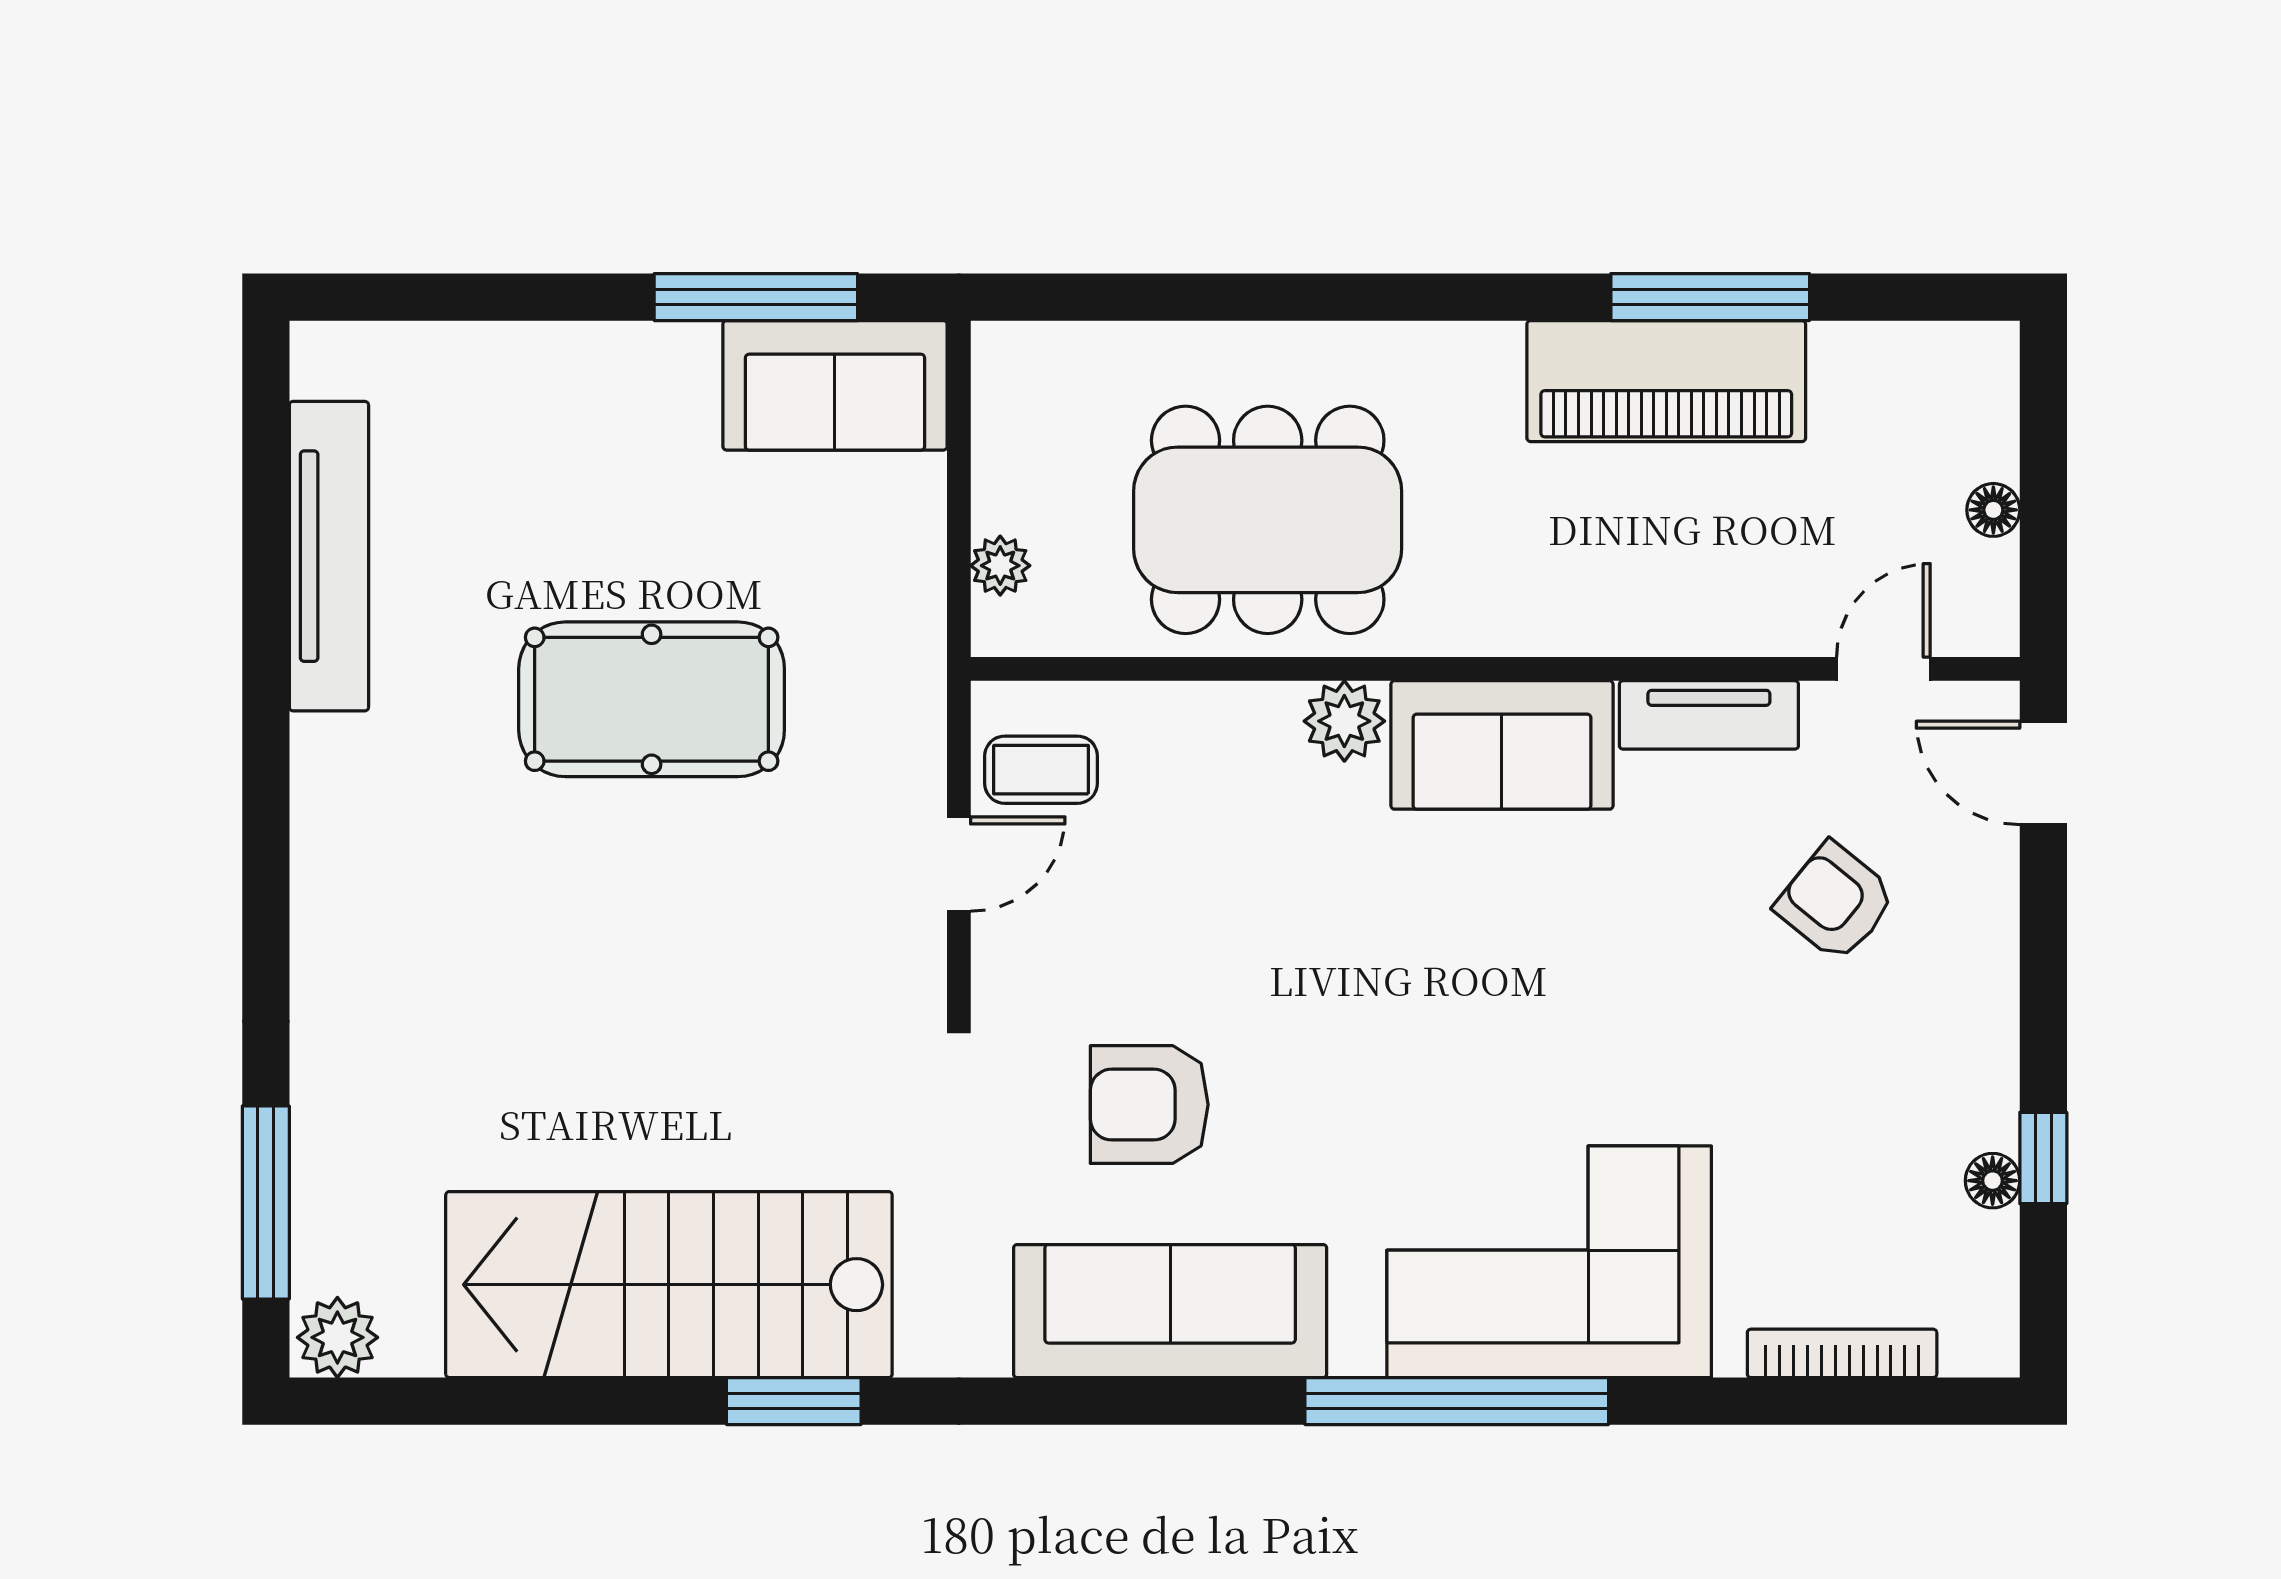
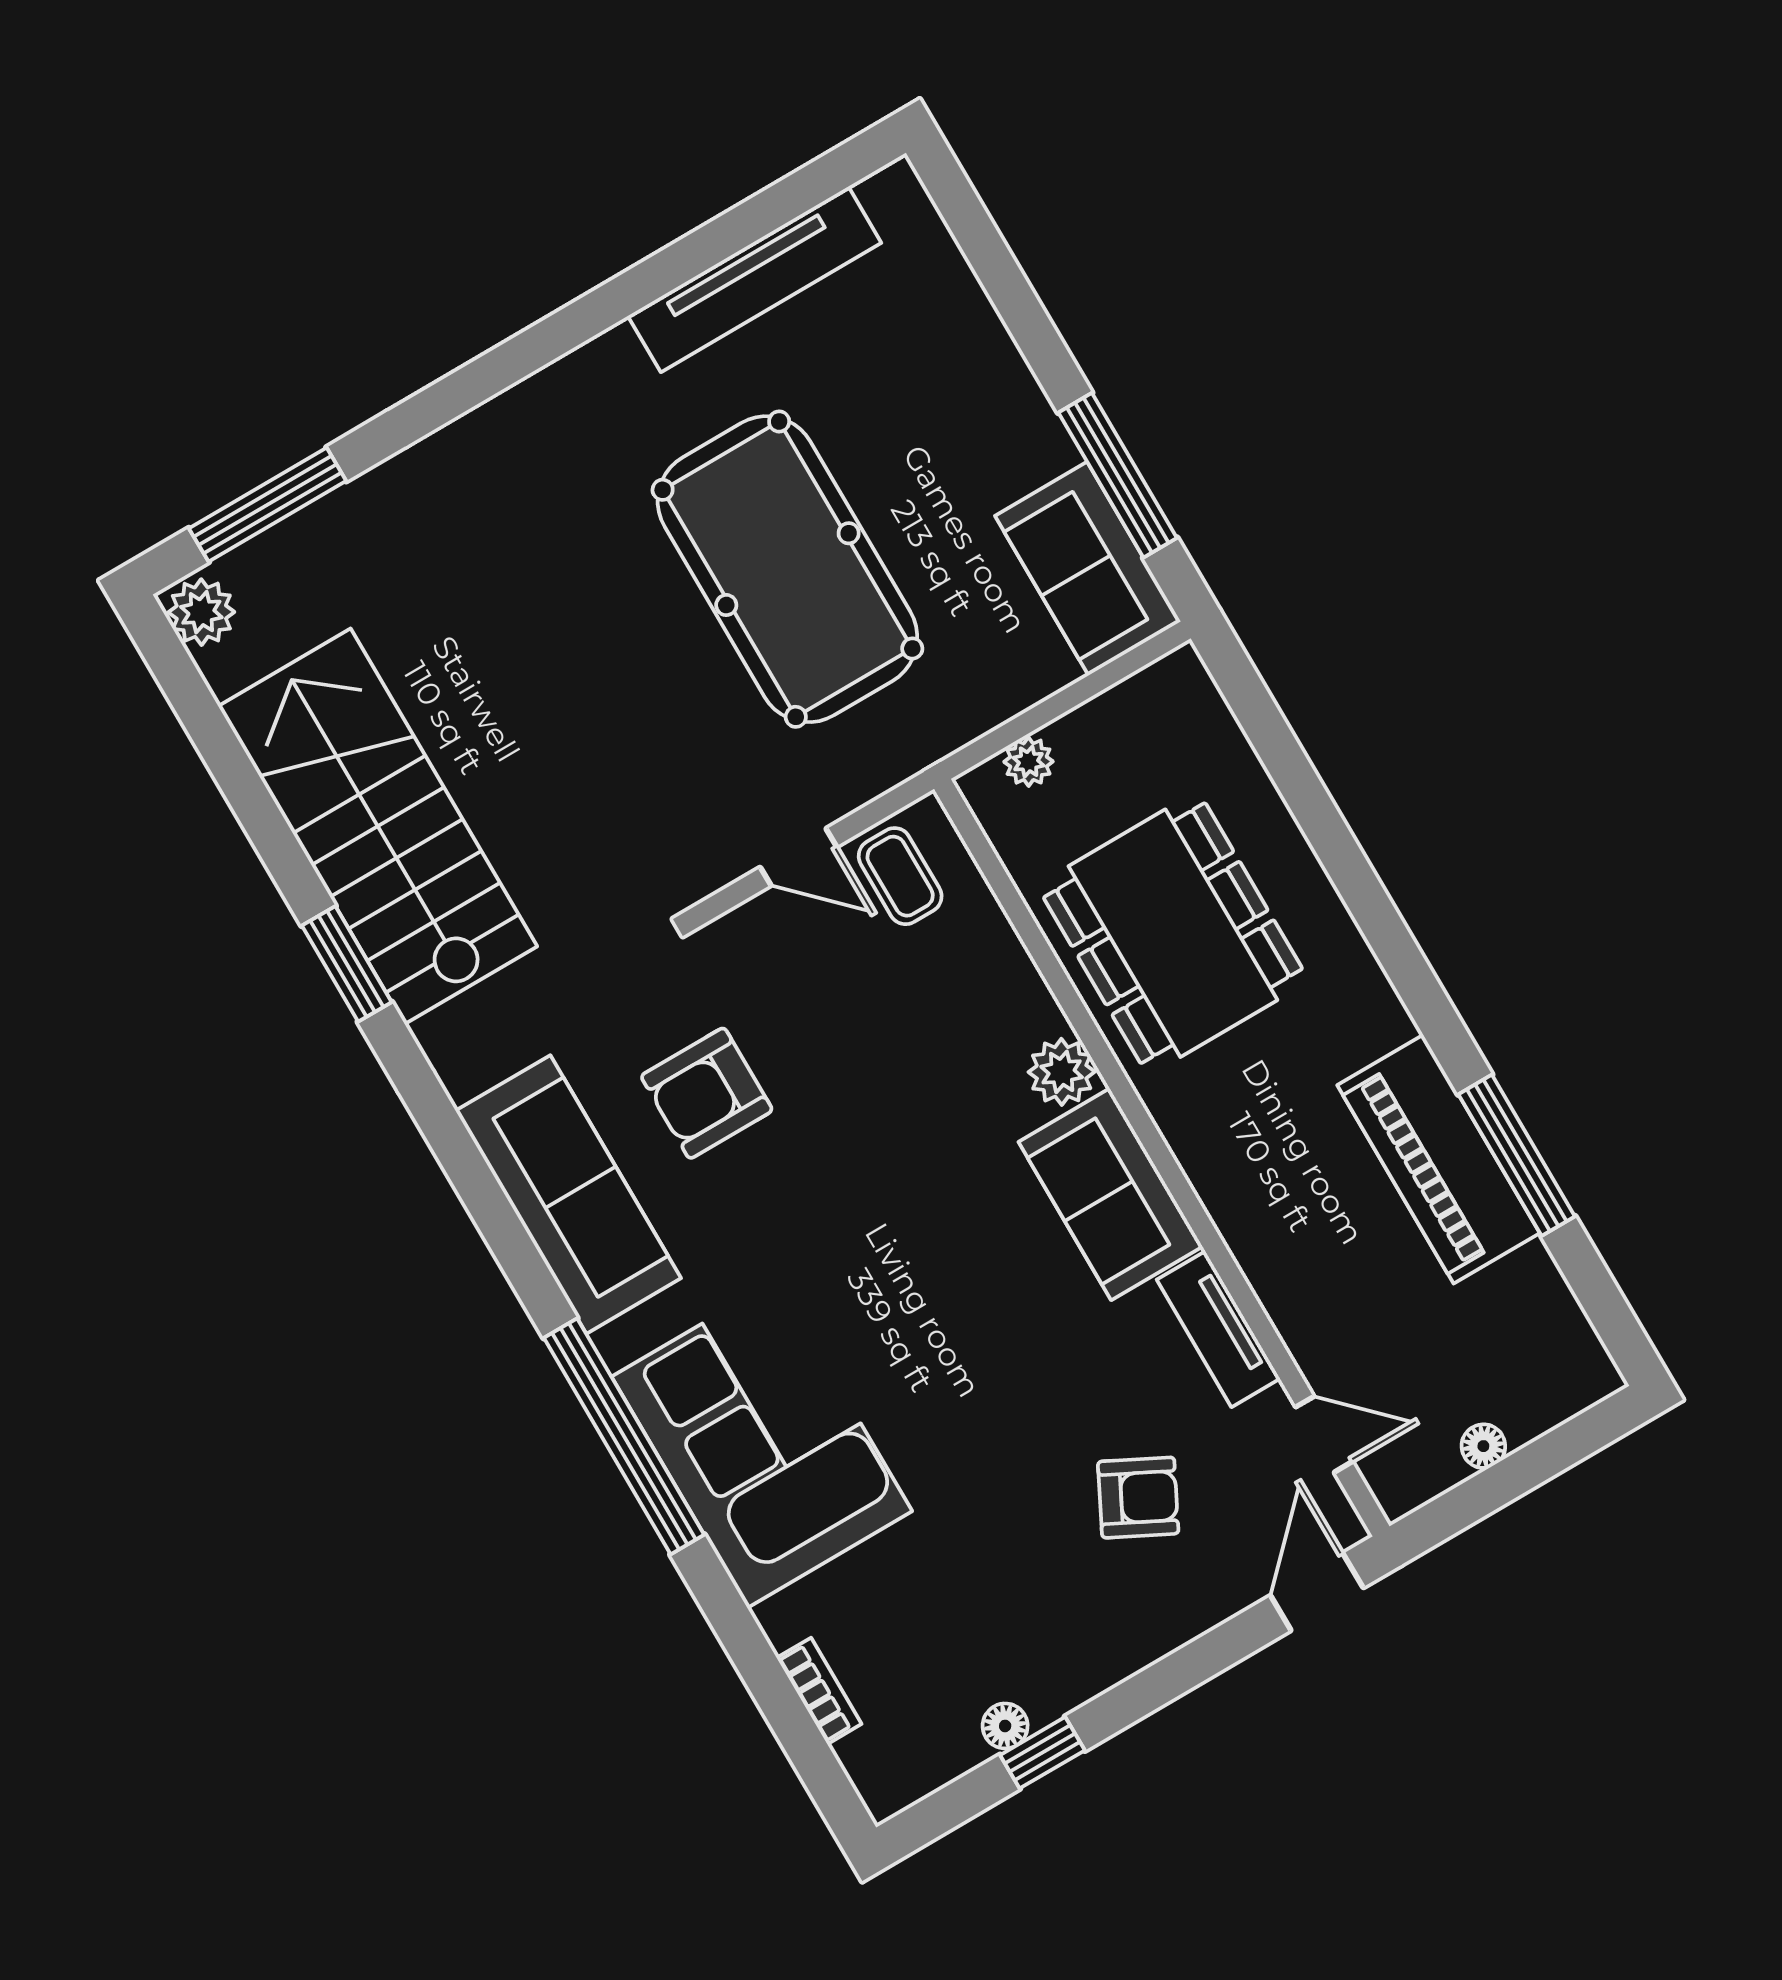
pool table: (652, 699) -> (787, 569), width x1.36, depth x1.32
armchair: (1836, 902) -> (1138, 1498), turned 78
armchair: (1149, 1105) -> (707, 1093), turned -90
bookcase: (1842, 1353) -> (819, 1691), width x0.64

